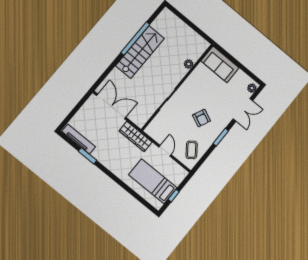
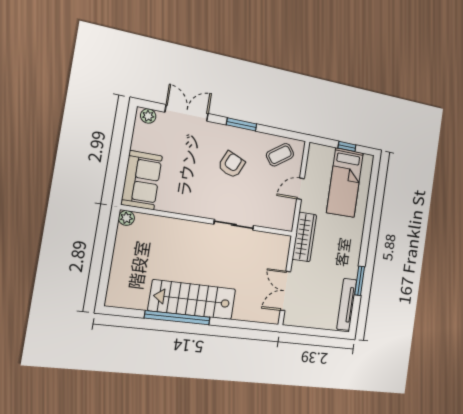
plant: (189, 64) -> (126, 218), moved
double door: (111, 106) -> (285, 291), width x0.73

